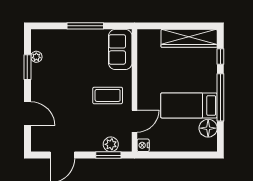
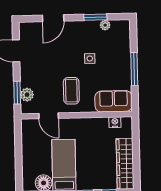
side table: (73, 74) -> (90, 58), added
nightstand: (143, 145) -> (115, 122), moved

